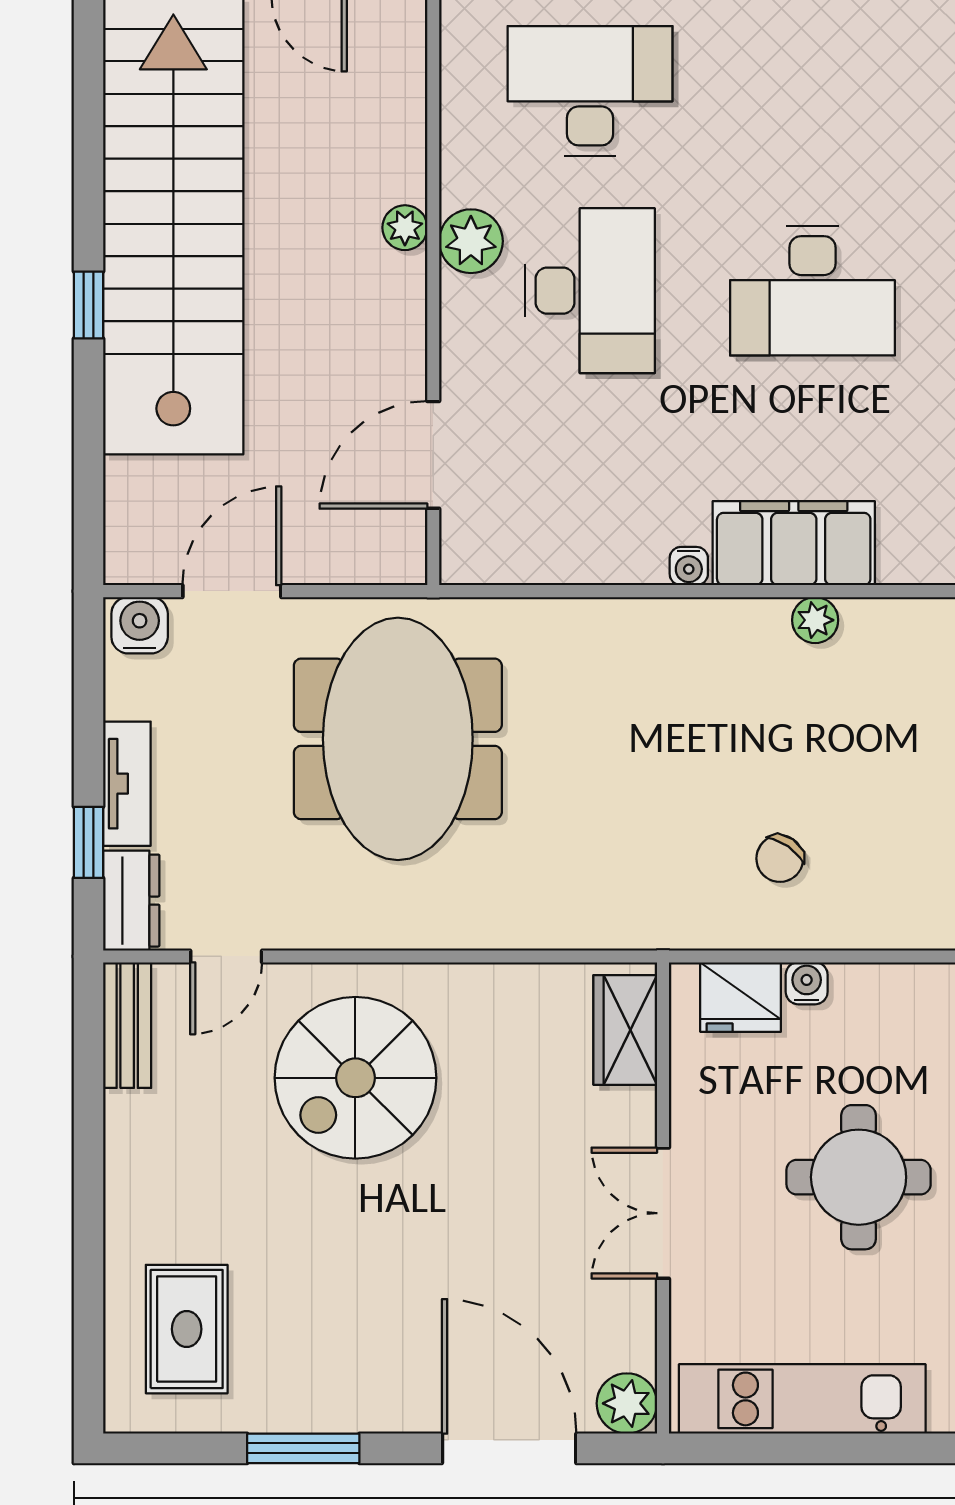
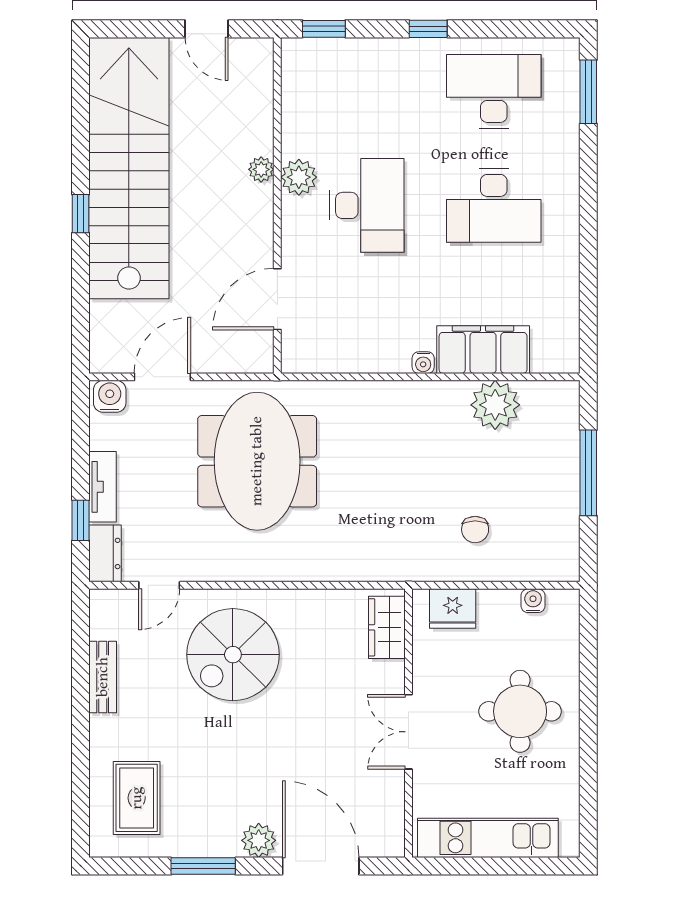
desk: (590, 91) -> (494, 91), moved
plant: (815, 620) -> (495, 405), width x1.88, depth x1.88
chair: (780, 859) -> (475, 530), turned -35
water cooler: (807, 983) -> (533, 601), moved
bench: (127, 1025) -> (103, 677), moved
plant: (627, 1403) -> (259, 840), moved

